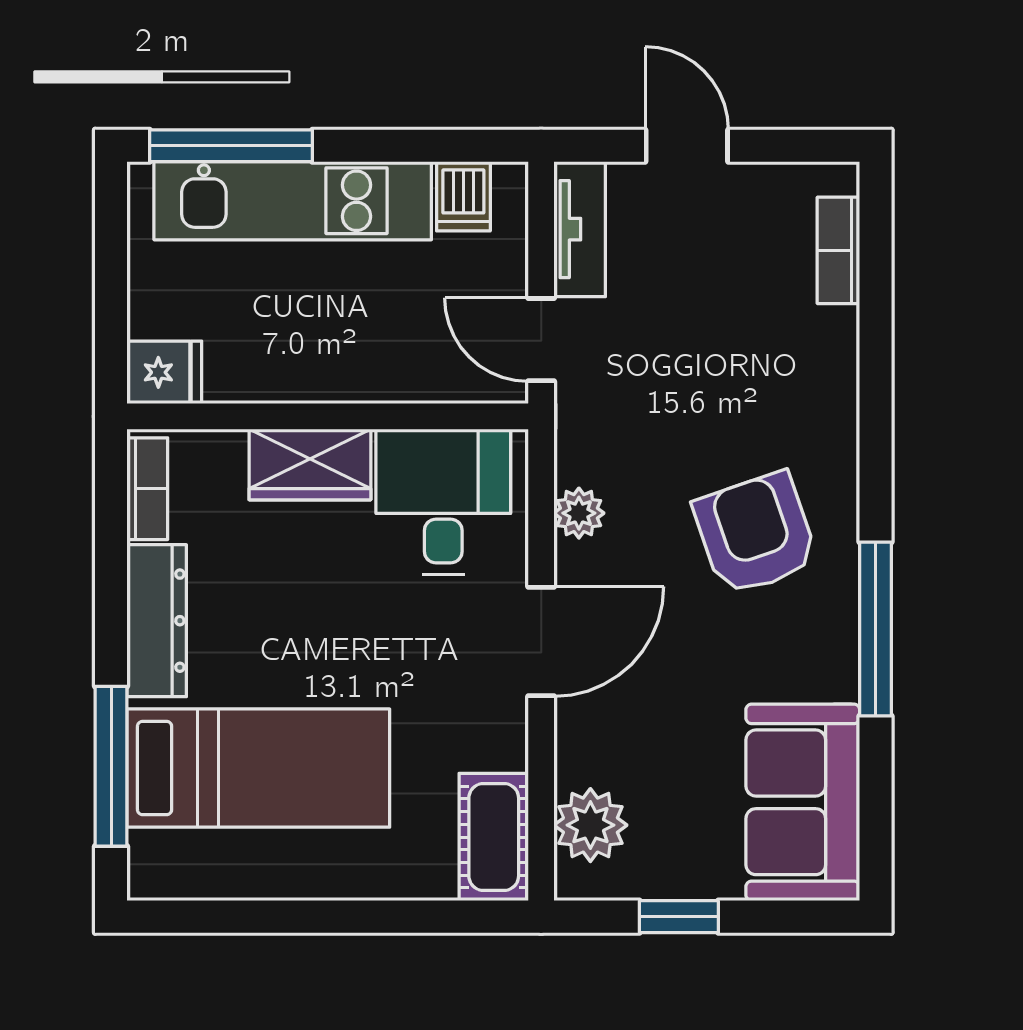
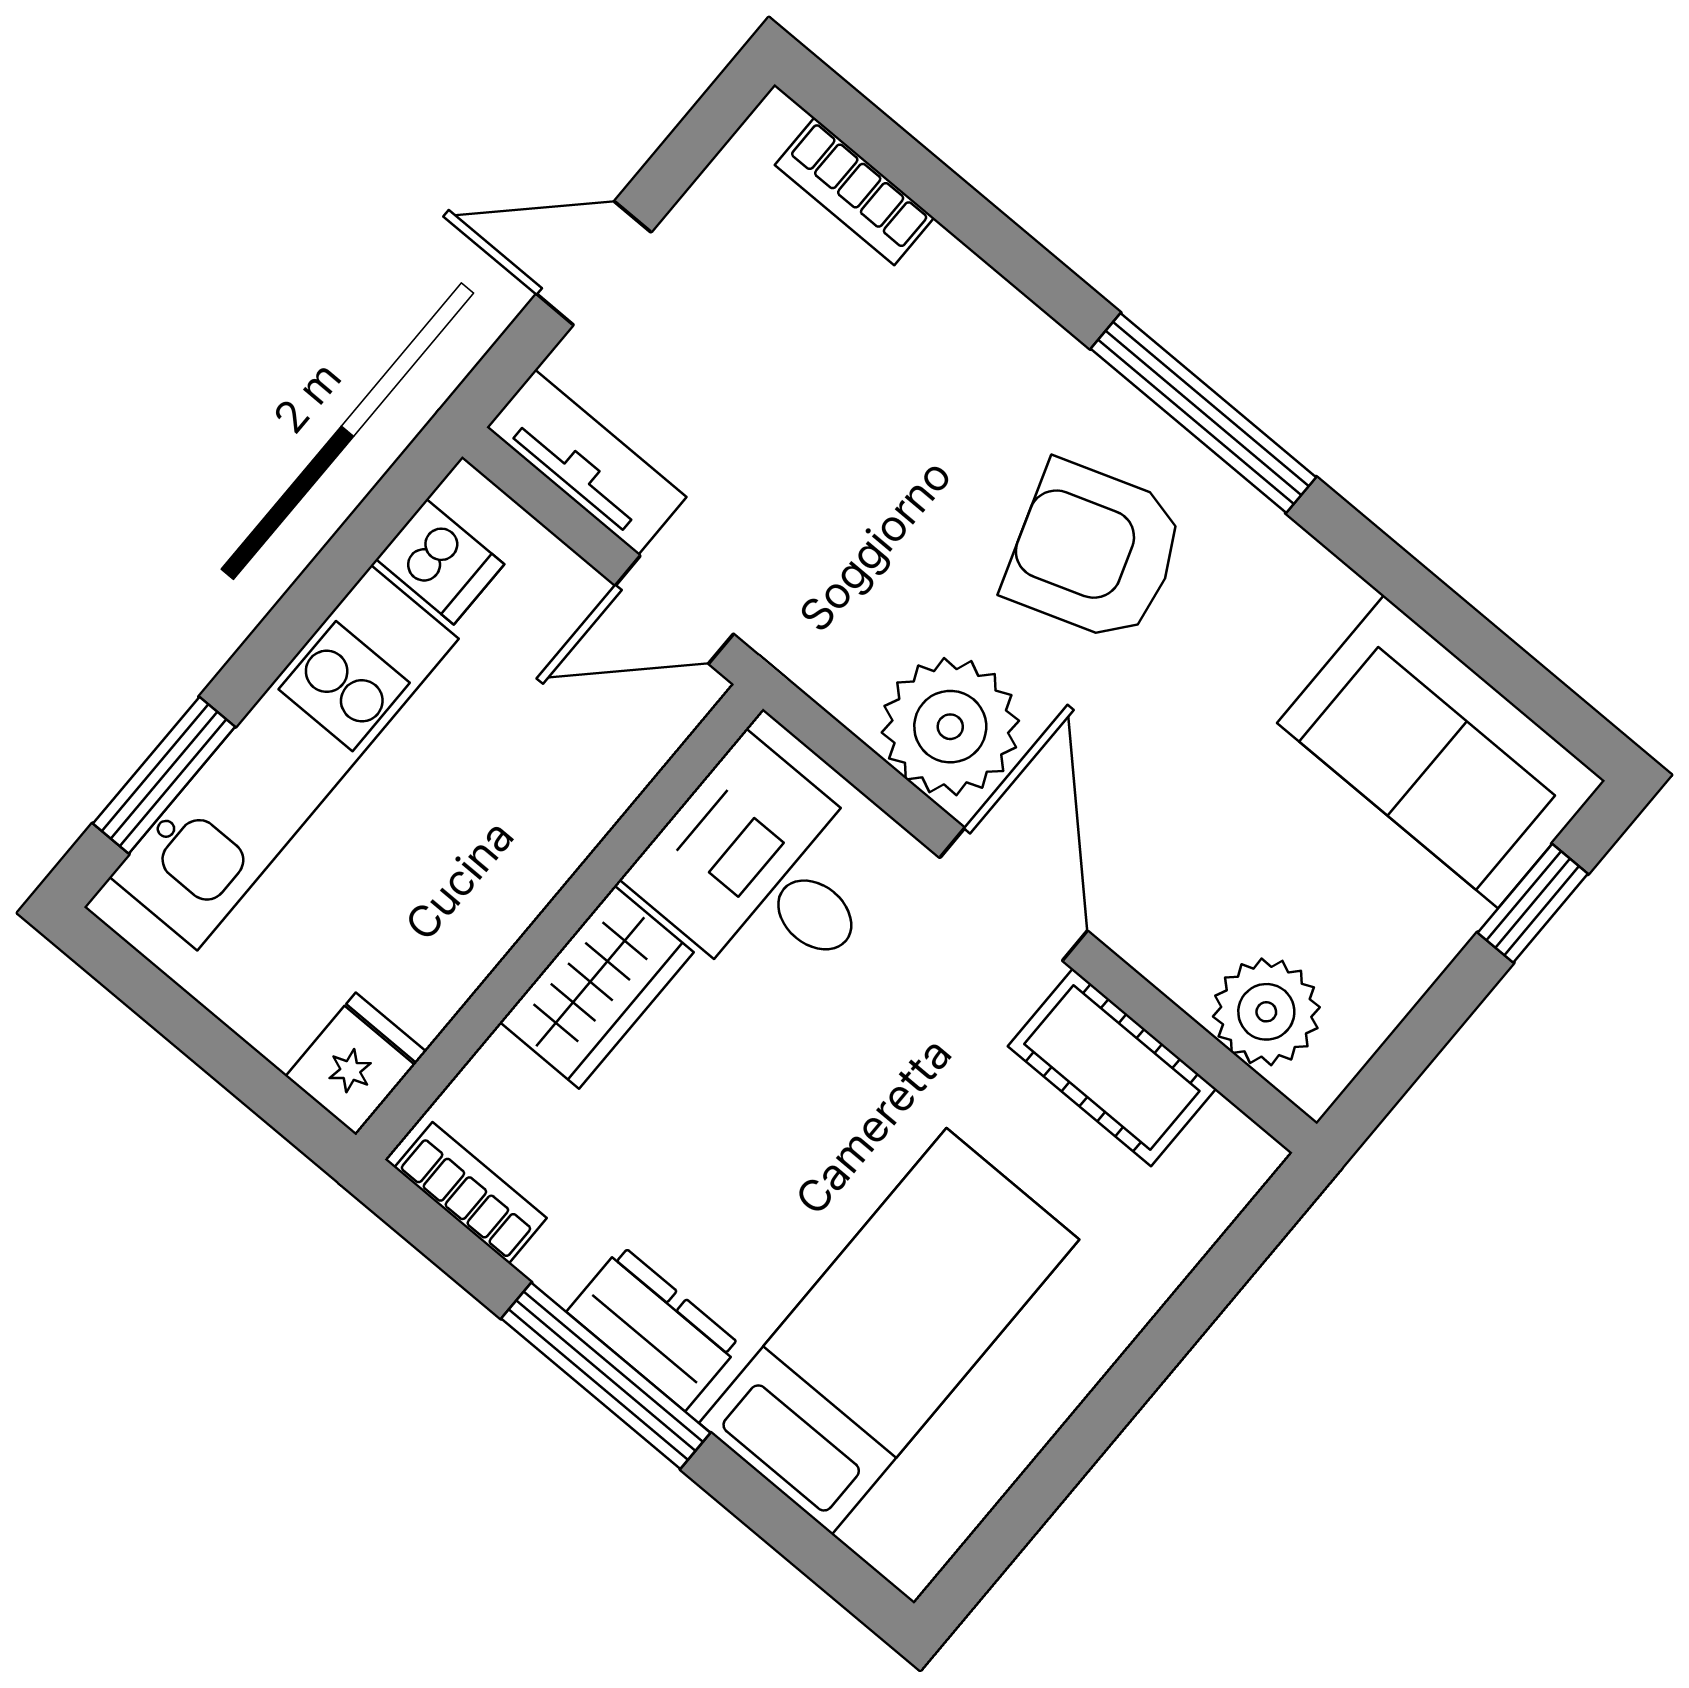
window: (231, 146) -> (164, 775), width x0.69
plant: (579, 513) -> (950, 727), width x1.88, depth x1.88
dresser: (157, 621) -> (654, 1328), width x0.70
window: (876, 629) -> (1203, 413), moved
window: (111, 766) -> (606, 1376), moved
cot: (494, 837) -> (1112, 1067), moved
window: (679, 917) -> (1533, 903), moved

